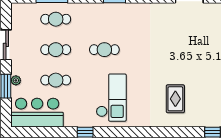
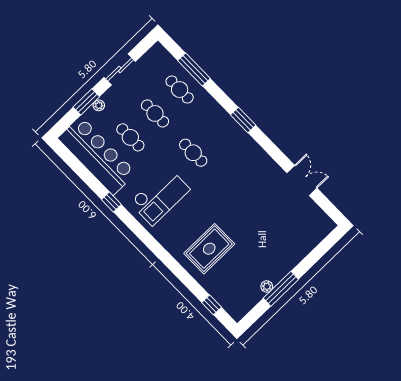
rug: (175, 99) -> (209, 249), width x1.36, depth x1.43
bar counter: (37, 113) -> (97, 156), width x1.36

